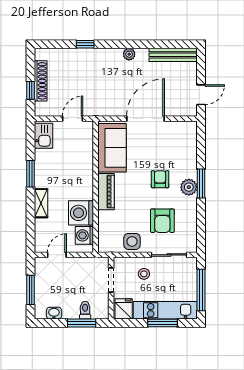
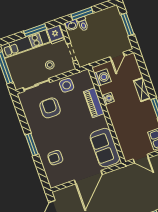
door: (73, 119) -> (141, 159), hinge flipped
armchair: (160, 179) -> (55, 158), moved, turned 90
plant: (189, 187) -> (40, 139), removed
piano: (106, 192) -> (94, 103), moved
washing machine: (81, 213) -> (108, 98), width x0.53, depth x0.53
washbasin: (54, 313) -> (72, 25), moved
window: (162, 323) -> (35, 30), moved

